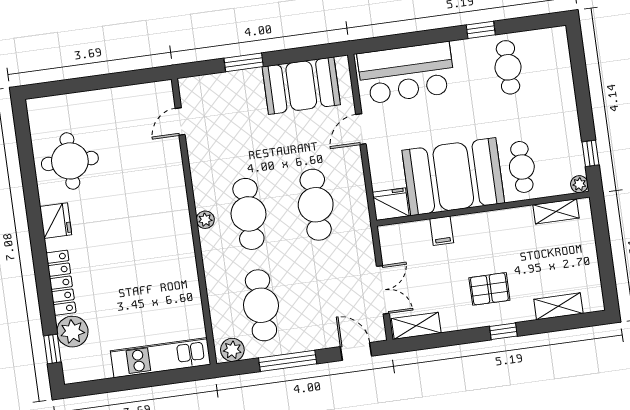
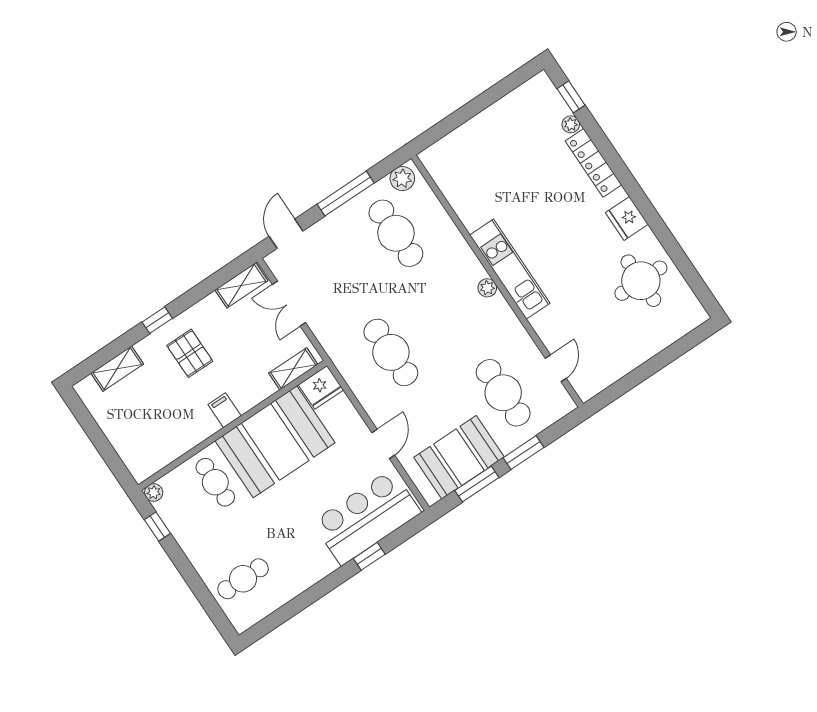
window: (481, 30) -> (369, 556), moved
window: (297, 55) -> (477, 484), added
cafe table: (508, 67) -> (243, 579), moved, turned 90
shelving: (556, 211) -> (293, 369), moved
cafe table: (248, 214) -> (503, 393), moved
filing cabinet: (442, 231) -> (225, 410), moved
pallet: (489, 289) -> (190, 353), turned 90
plant: (72, 332) -> (571, 124), width x0.53, depth x0.53
door: (356, 351) -> (286, 234), swing flipped
kitchen unit: (161, 358) -> (510, 269), moved, turned -90

